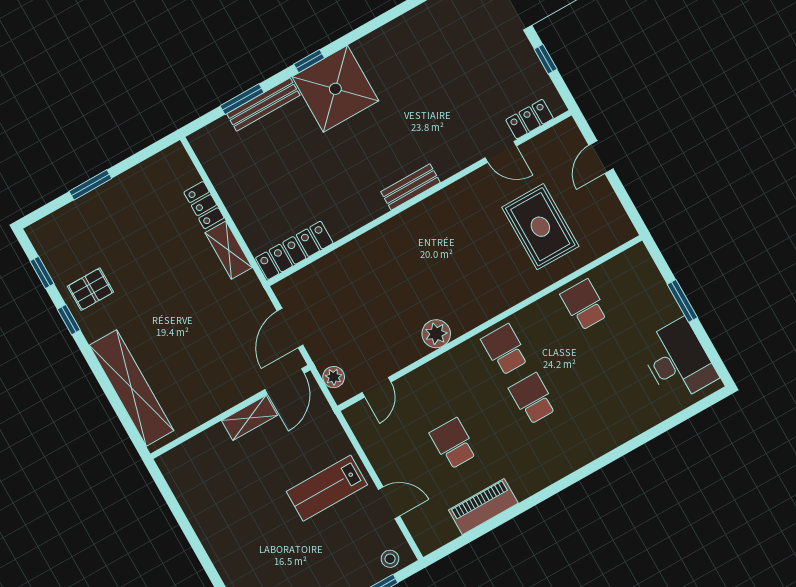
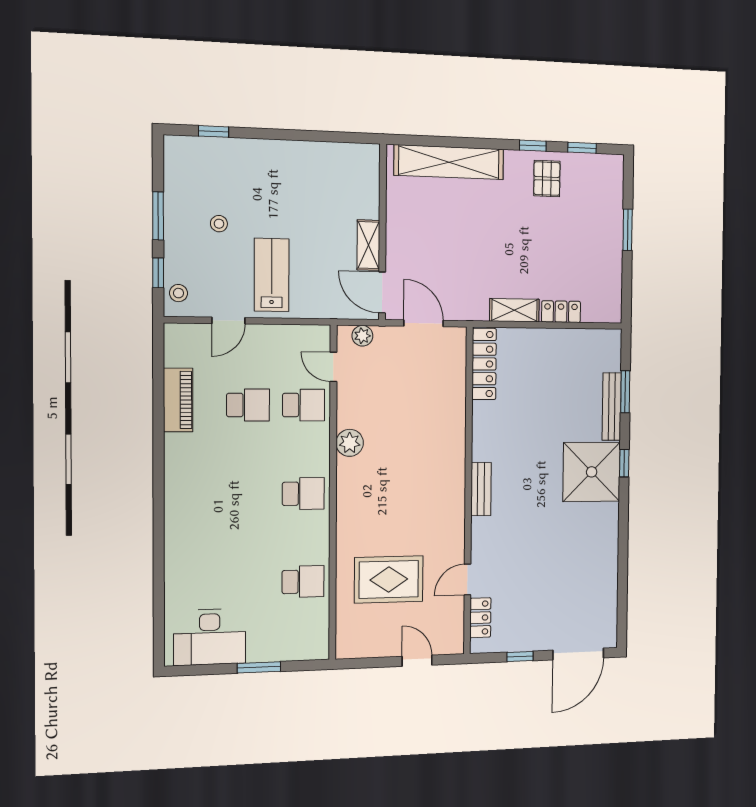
school desk: (533, 399) -> (304, 405), moved
stool: (309, 559) -> (219, 224), added

